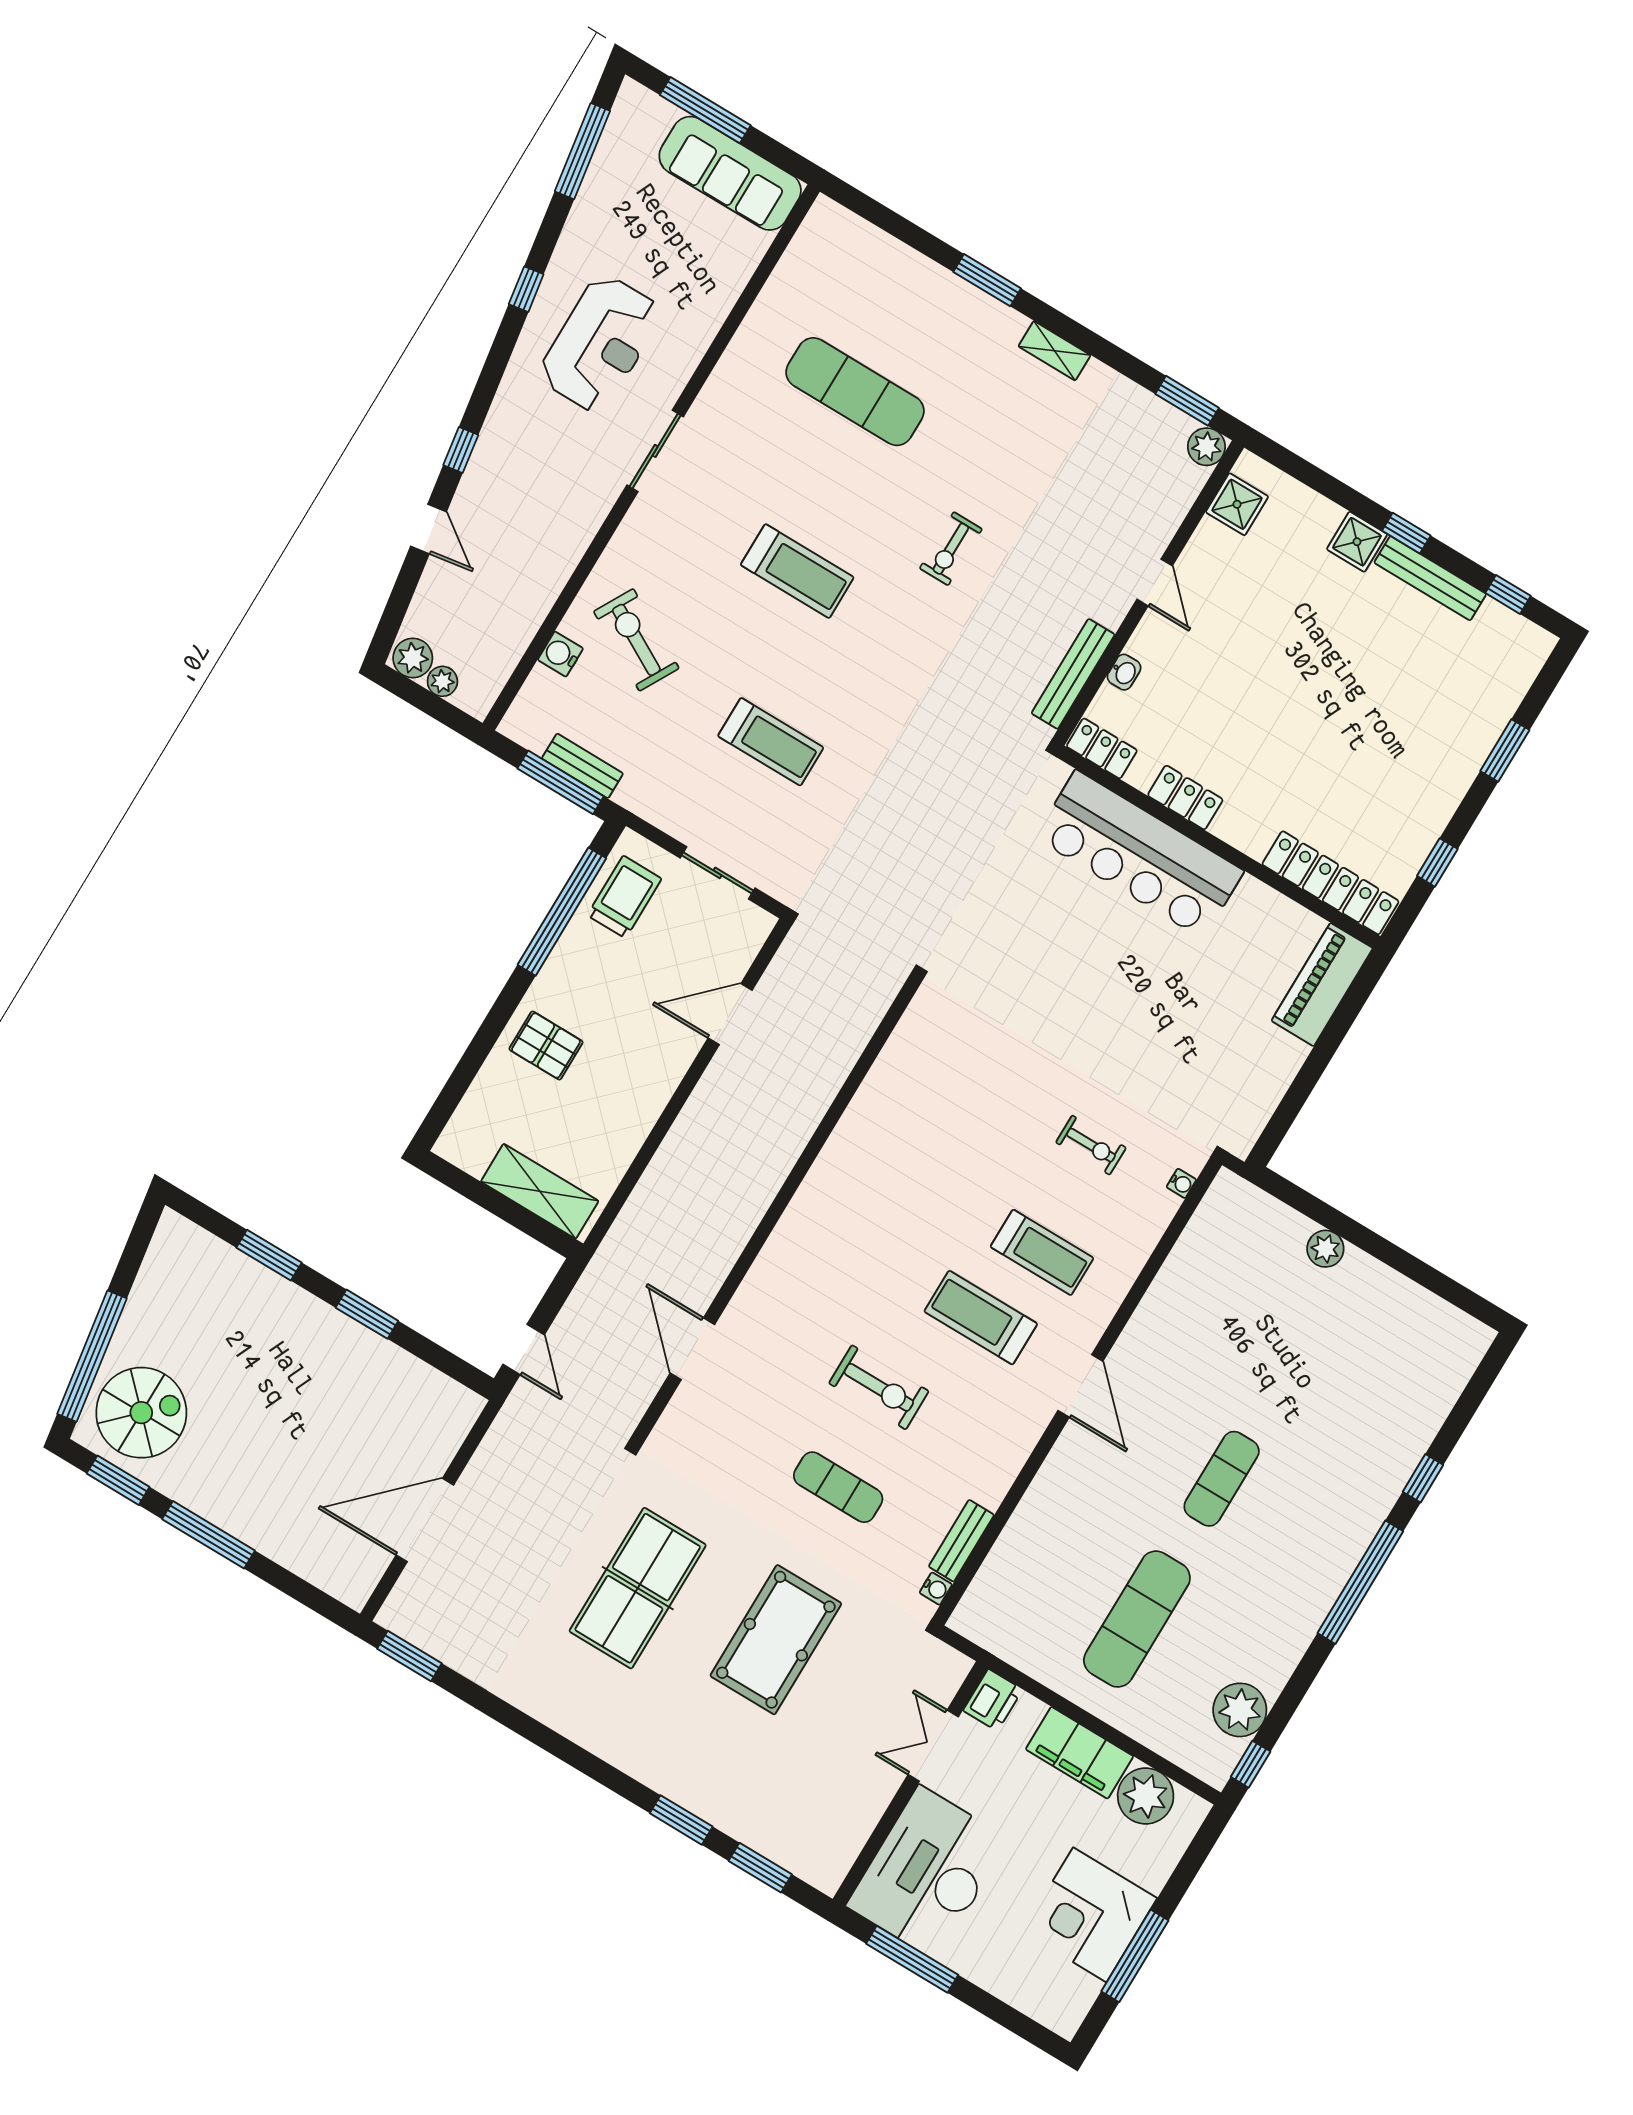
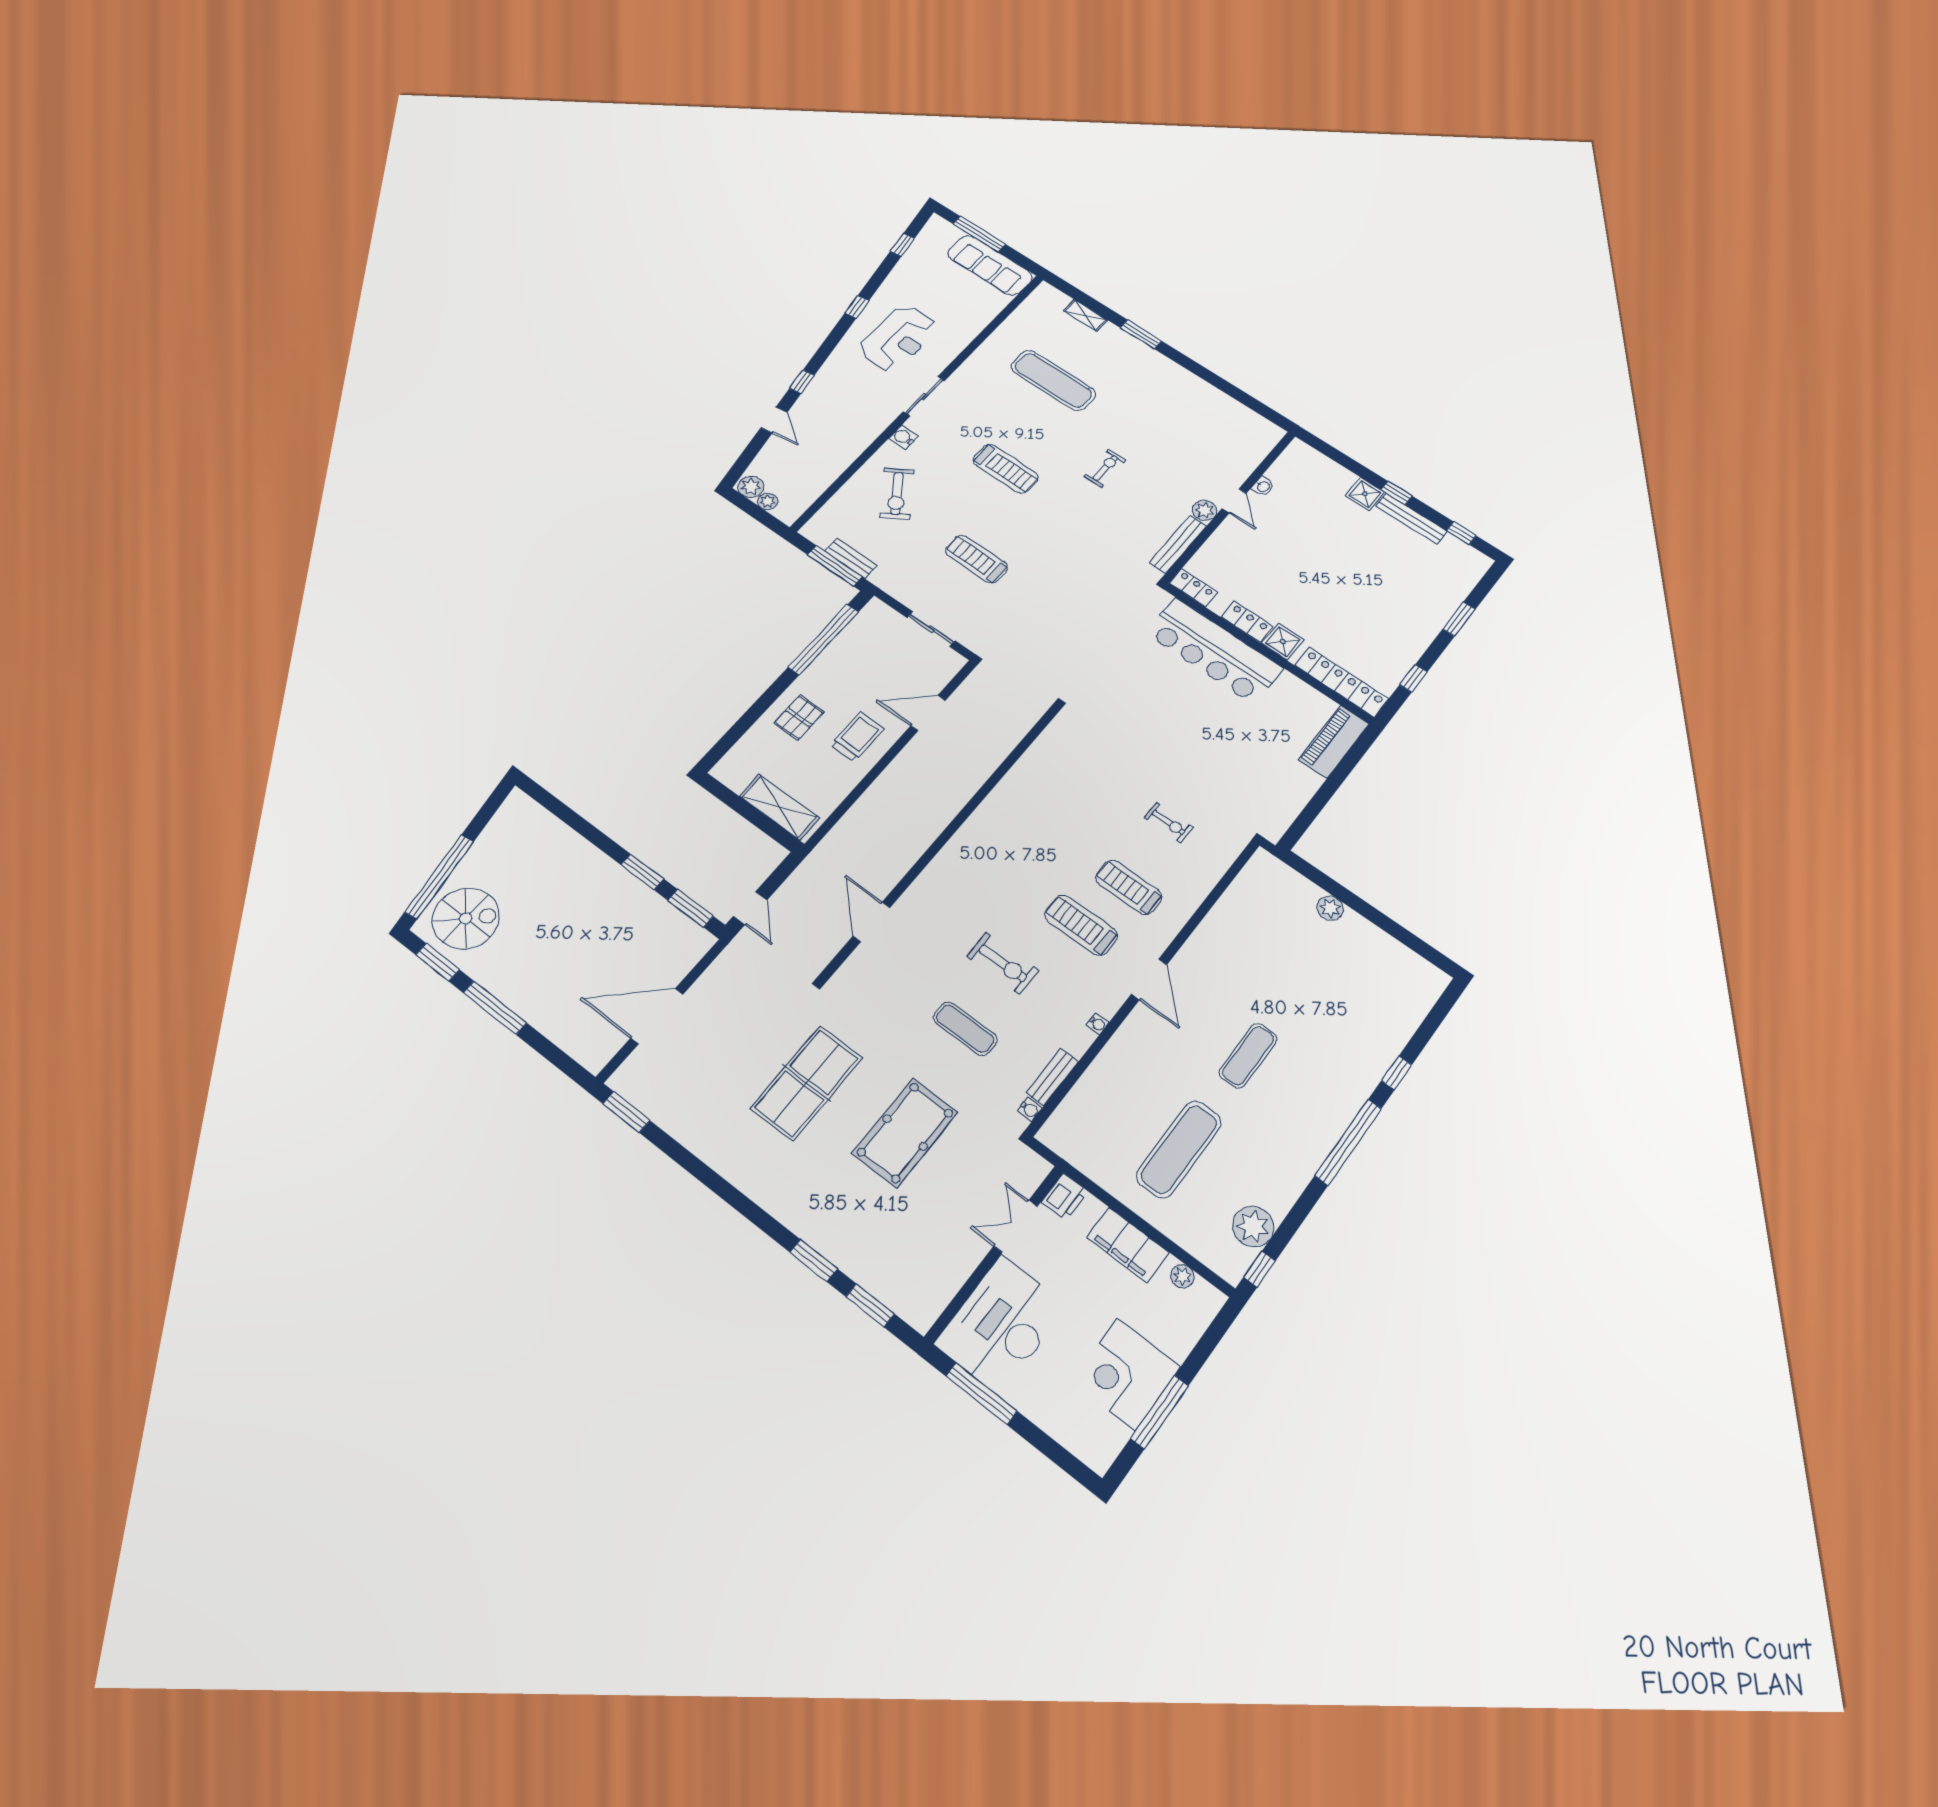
window: (582, 151) -> (902, 245), width x0.46
shelving: (1054, 351) -> (1086, 315), moved
window: (1187, 401) -> (1260, 409), removed
plant: (1206, 447) -> (1205, 510), moved
shower: (1237, 504) -> (1283, 641), moved
exercise bike: (951, 549) -> (1105, 468), turned 180
exercise bike: (636, 640) -> (897, 493), turned -153
water cooler: (560, 654) -> (903, 437), moved
washbasin: (1124, 672) -> (1263, 486), moved
treadmill: (771, 742) -> (976, 559), turned 180
trolley: (624, 897) -> (857, 737), moved
pallet: (546, 1046) -> (799, 718), turned 90
water cooler: (1181, 1183) -> (1098, 1024), moved
treadmill: (1042, 1252) -> (1129, 887), turned 180
window: (269, 1255) -> (691, 908), moved
plant: (1146, 1796) -> (1182, 1276), width x0.53, depth x0.53

